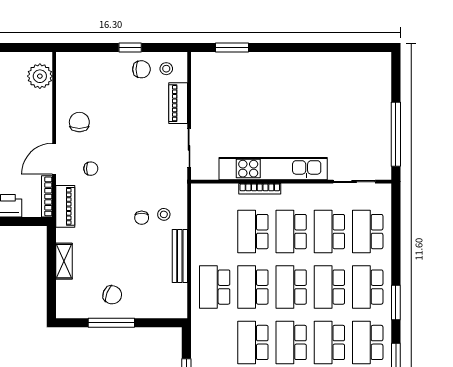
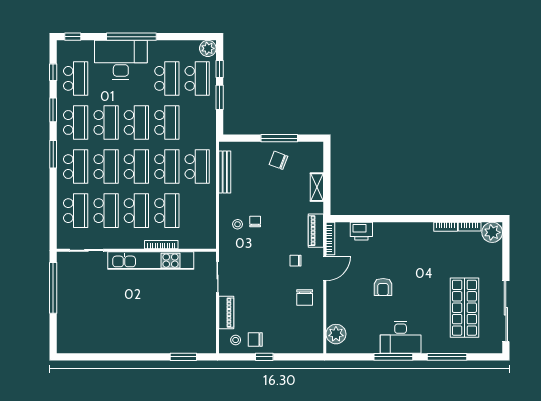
bench: (180, 256) -> (225, 172), moved

